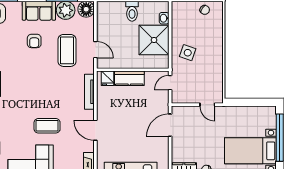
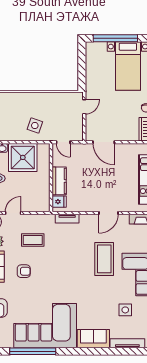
coffee table: (67, 50) -> (33, 240), width x0.73, depth x0.76
door: (95, 50) -> (13, 213), moved
tv unit: (89, 92) -> (67, 219), width x0.71
coffee table: (47, 126) -> (104, 259), width x1.36, depth x1.32

